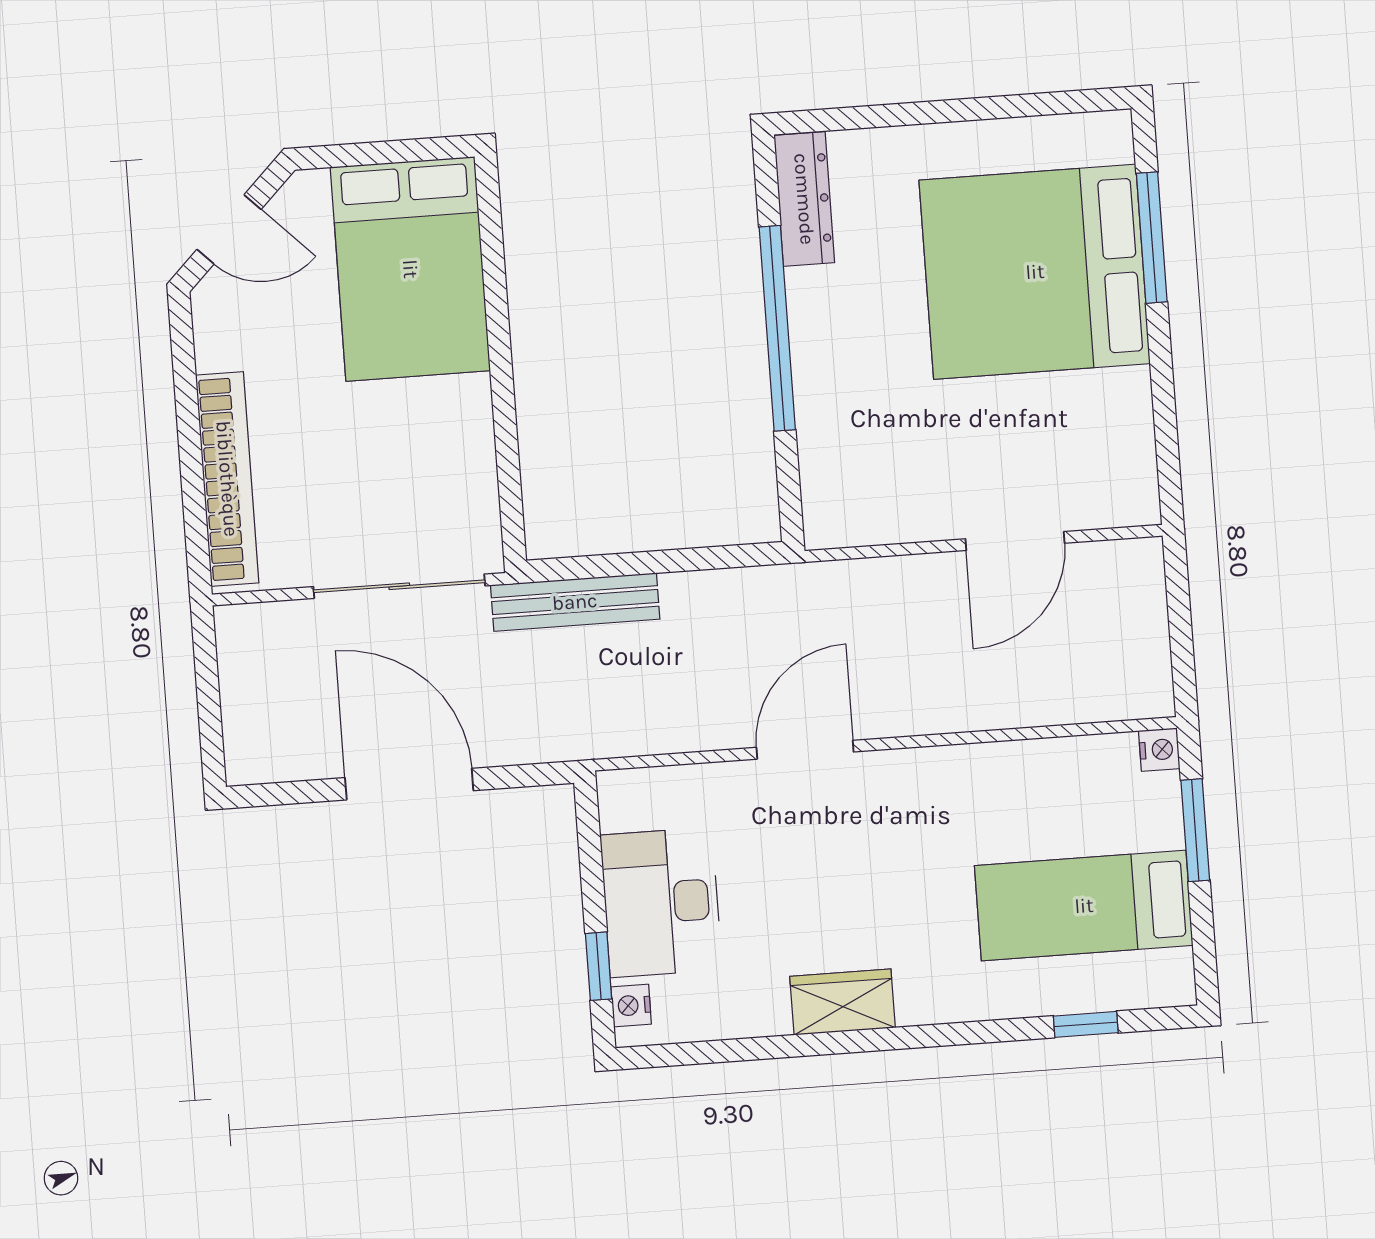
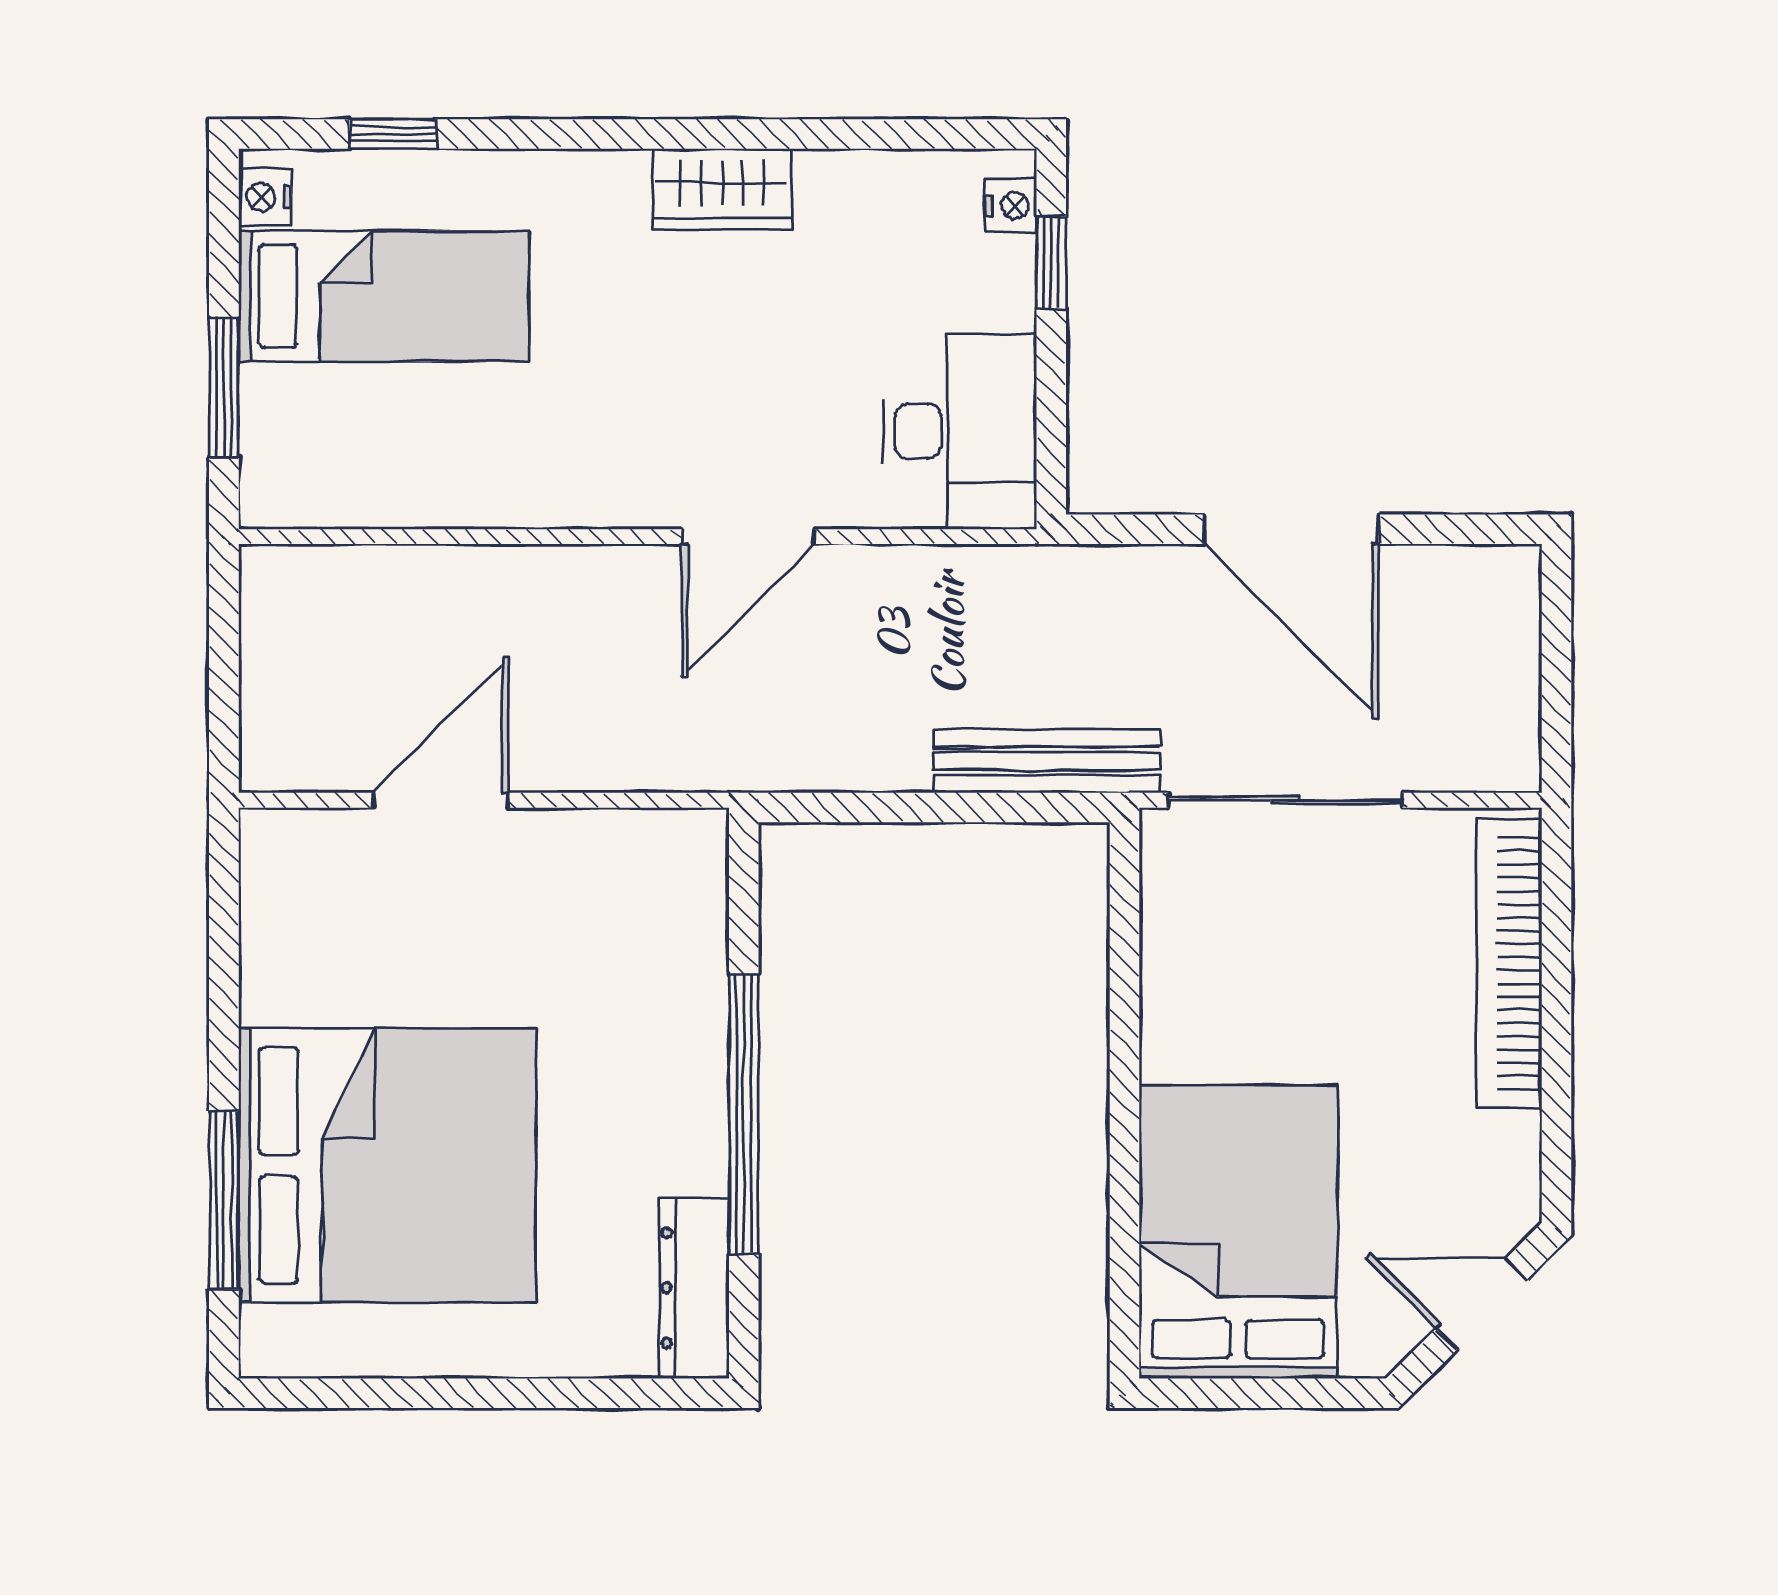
nightstand: (1159, 750) -> (265, 197), moved
desk: (661, 902) -> (960, 431), moved

